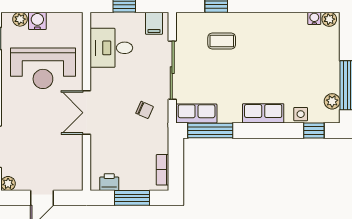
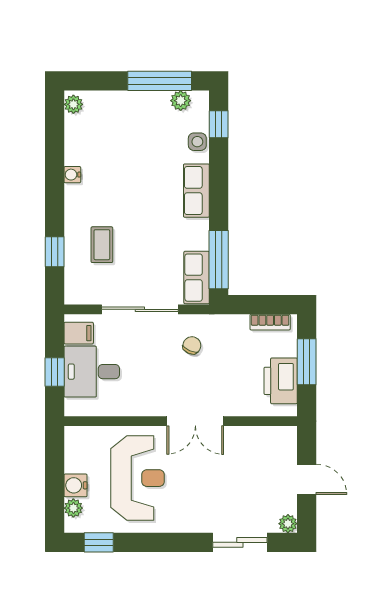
water cooler: (314, 18) -> (72, 175), moved
desk: (111, 48) -> (92, 372), moved, turned 90
printer: (109, 182) -> (281, 381), width x1.87, depth x1.48

